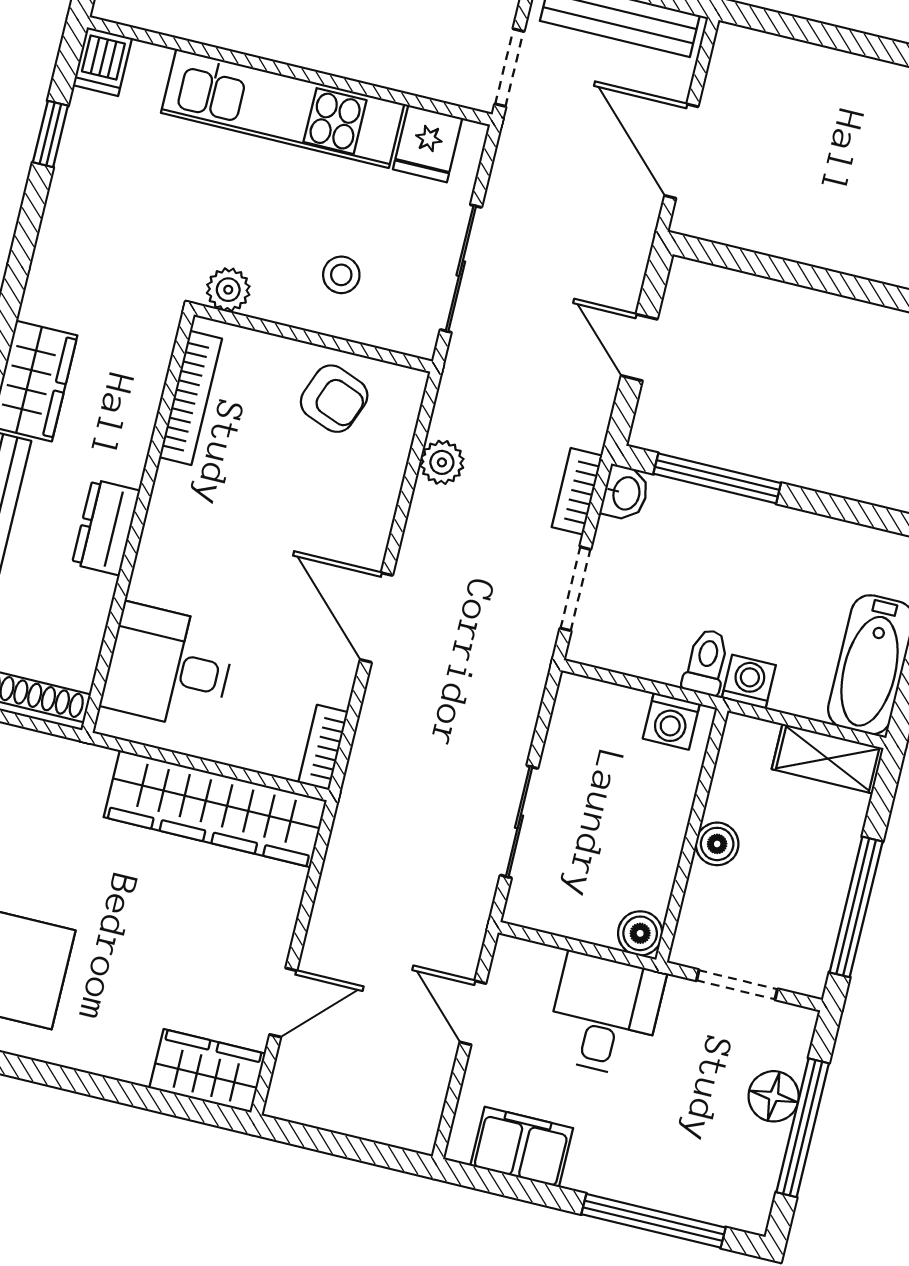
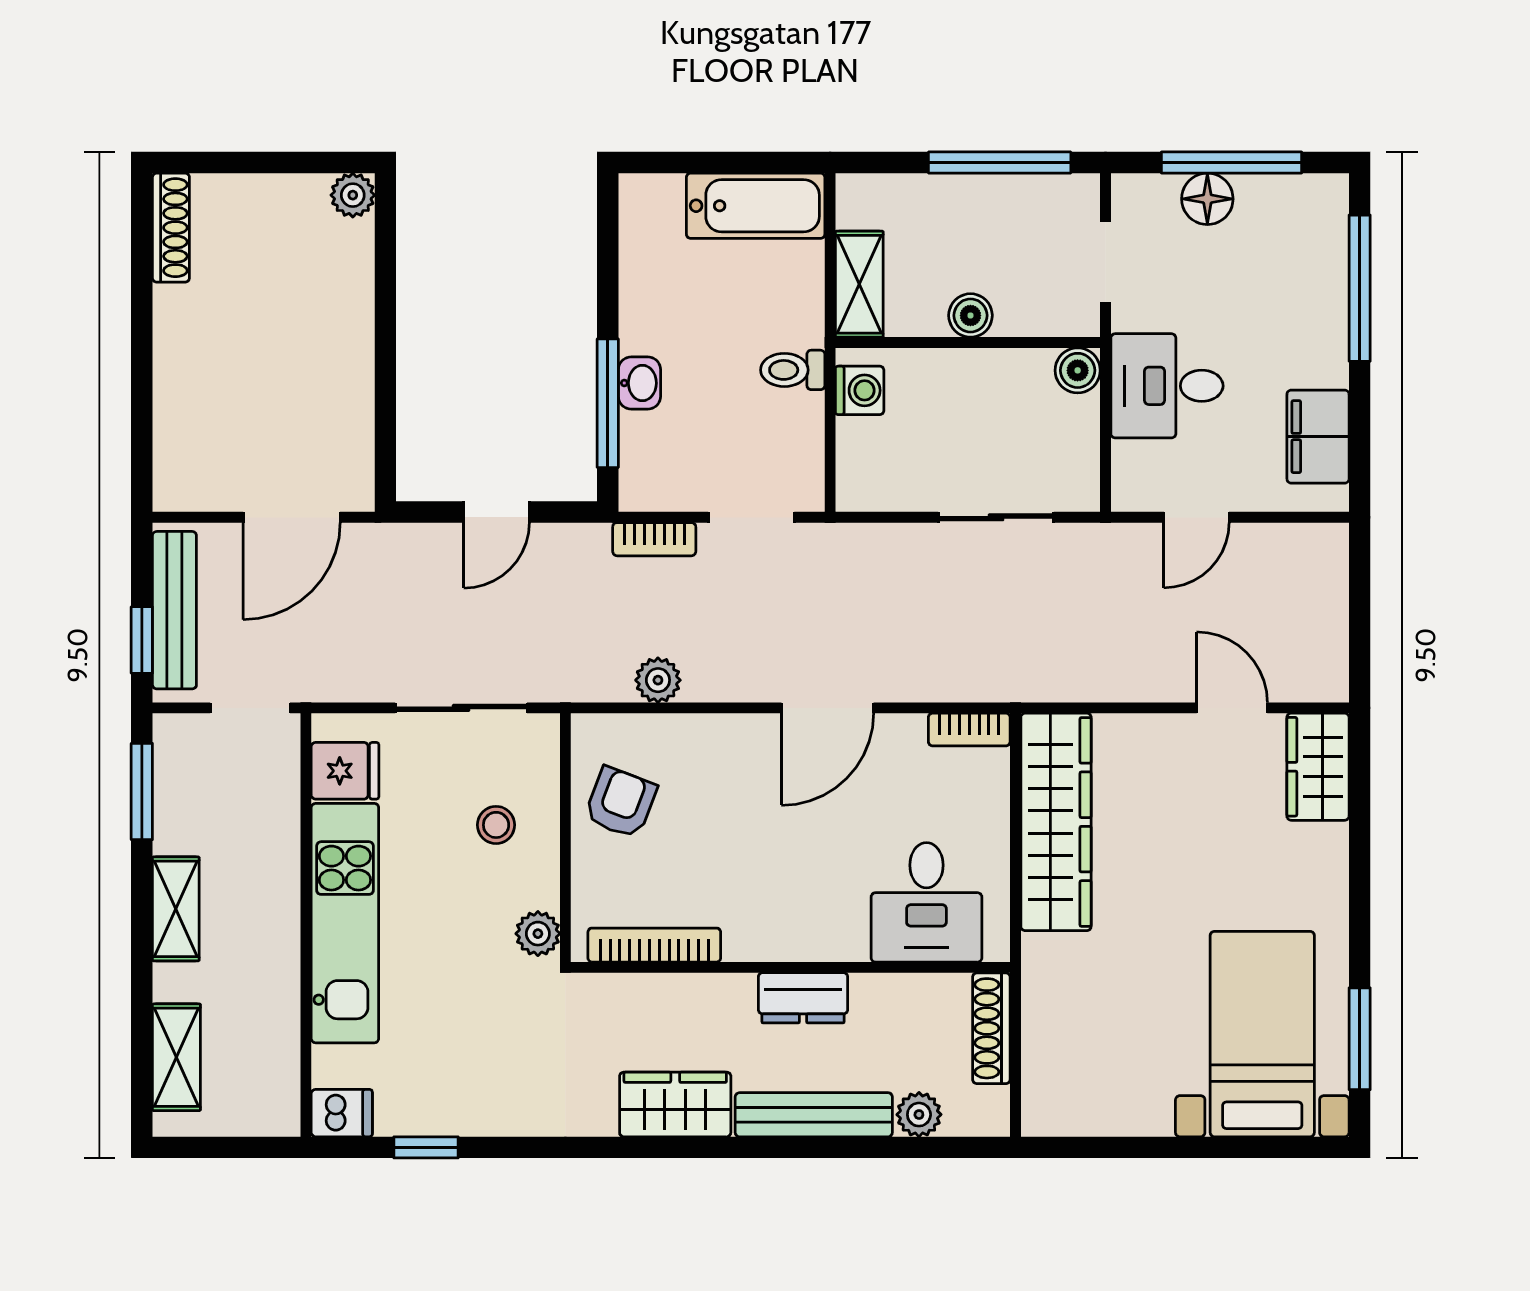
washbasin: (625, 493) -> (639, 383), moved, turned 90
washing machine: (749, 682) -> (802, 323), removed
shelving: (828, 759) -> (859, 284), moved

